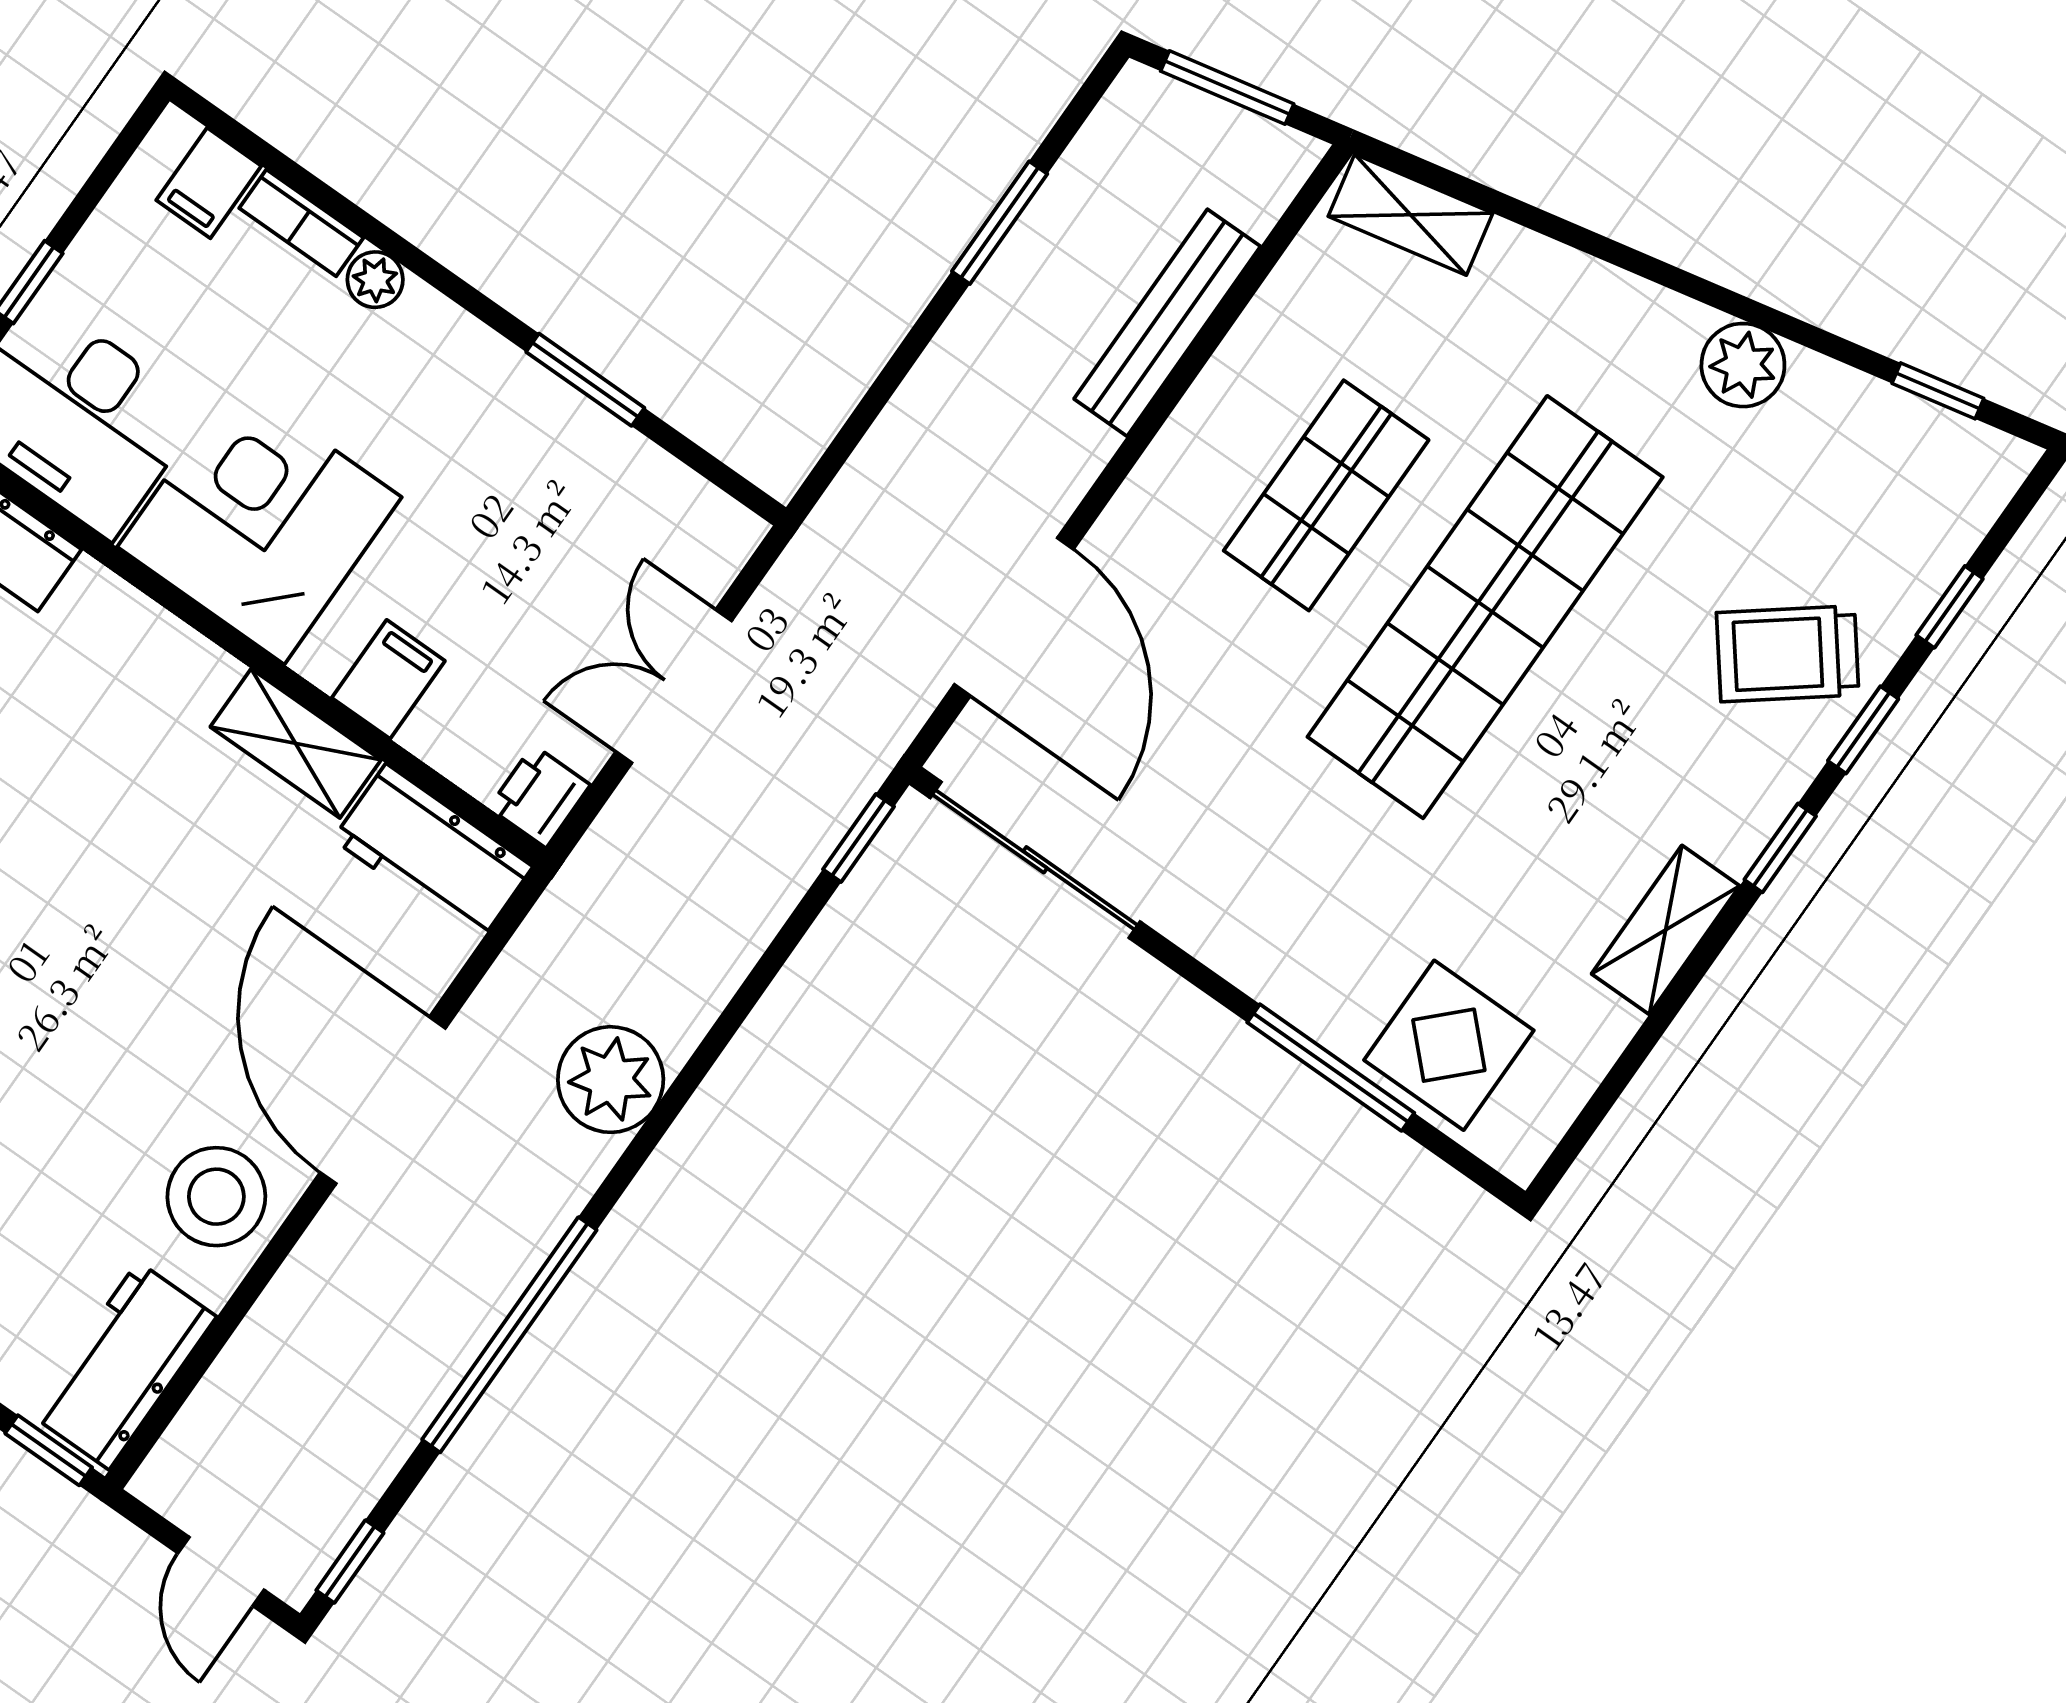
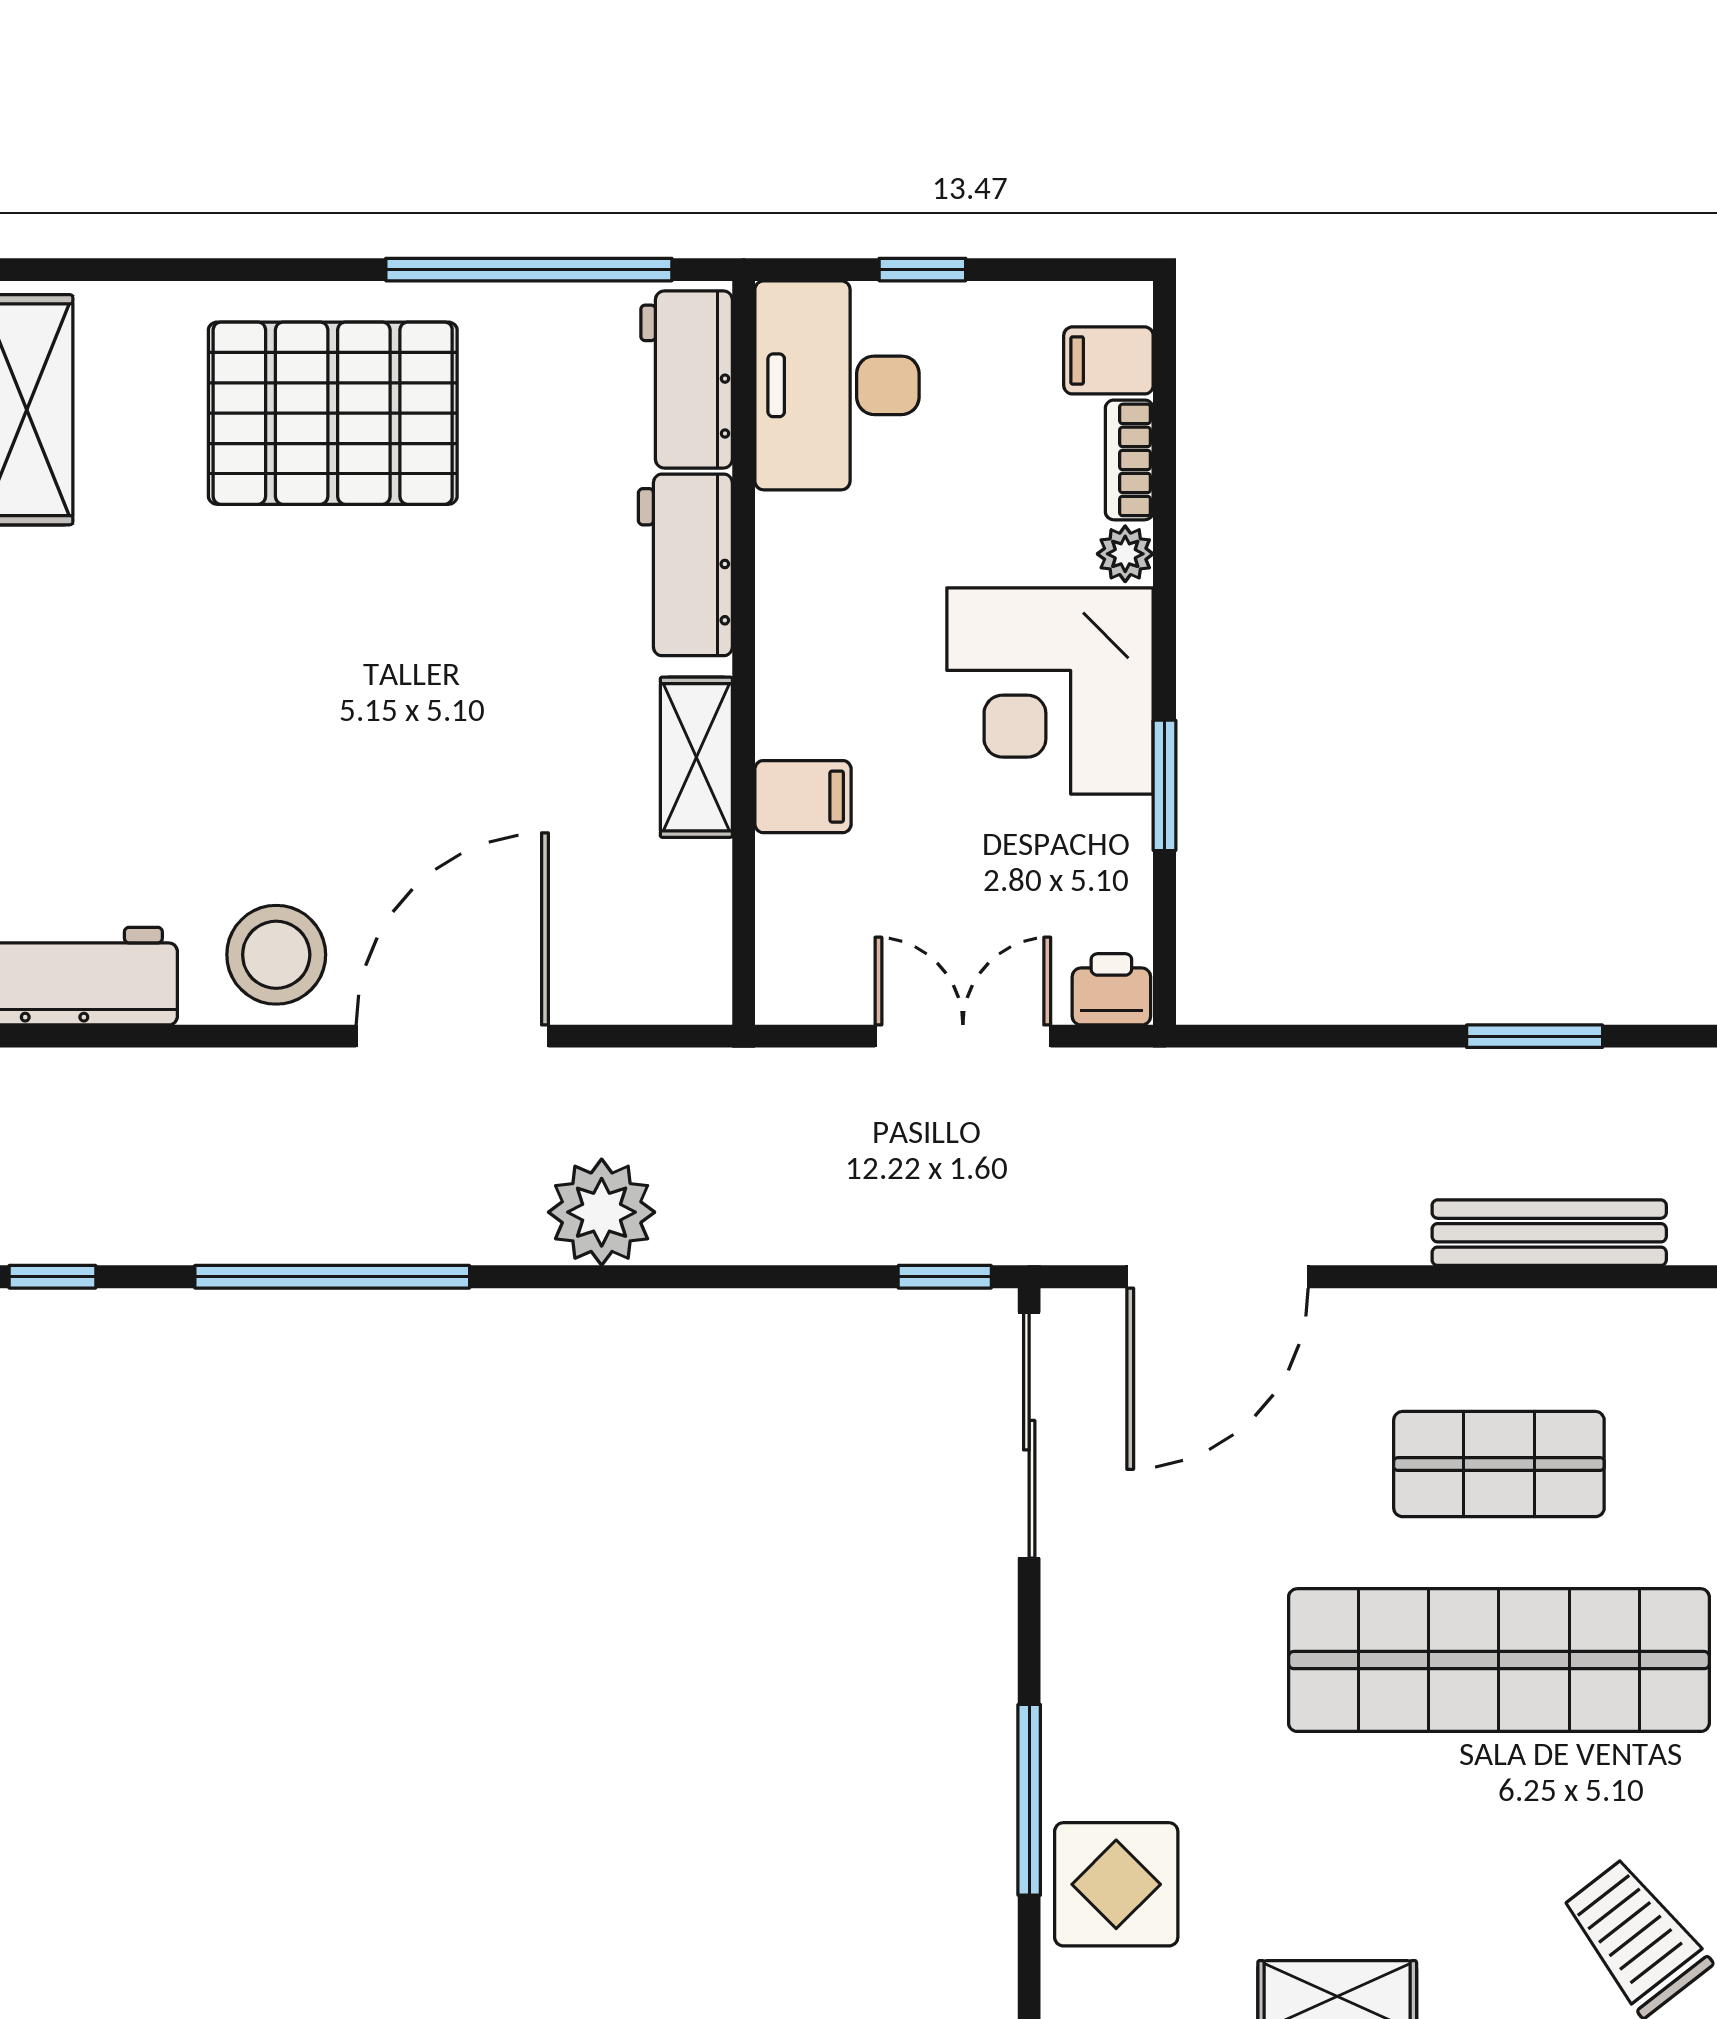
corner desk: (259, 522) -> (1050, 691), moved, turned 180
printer: (540, 796) -> (1111, 989), moved
workbench: (433, 853) -> (685, 565), moved

